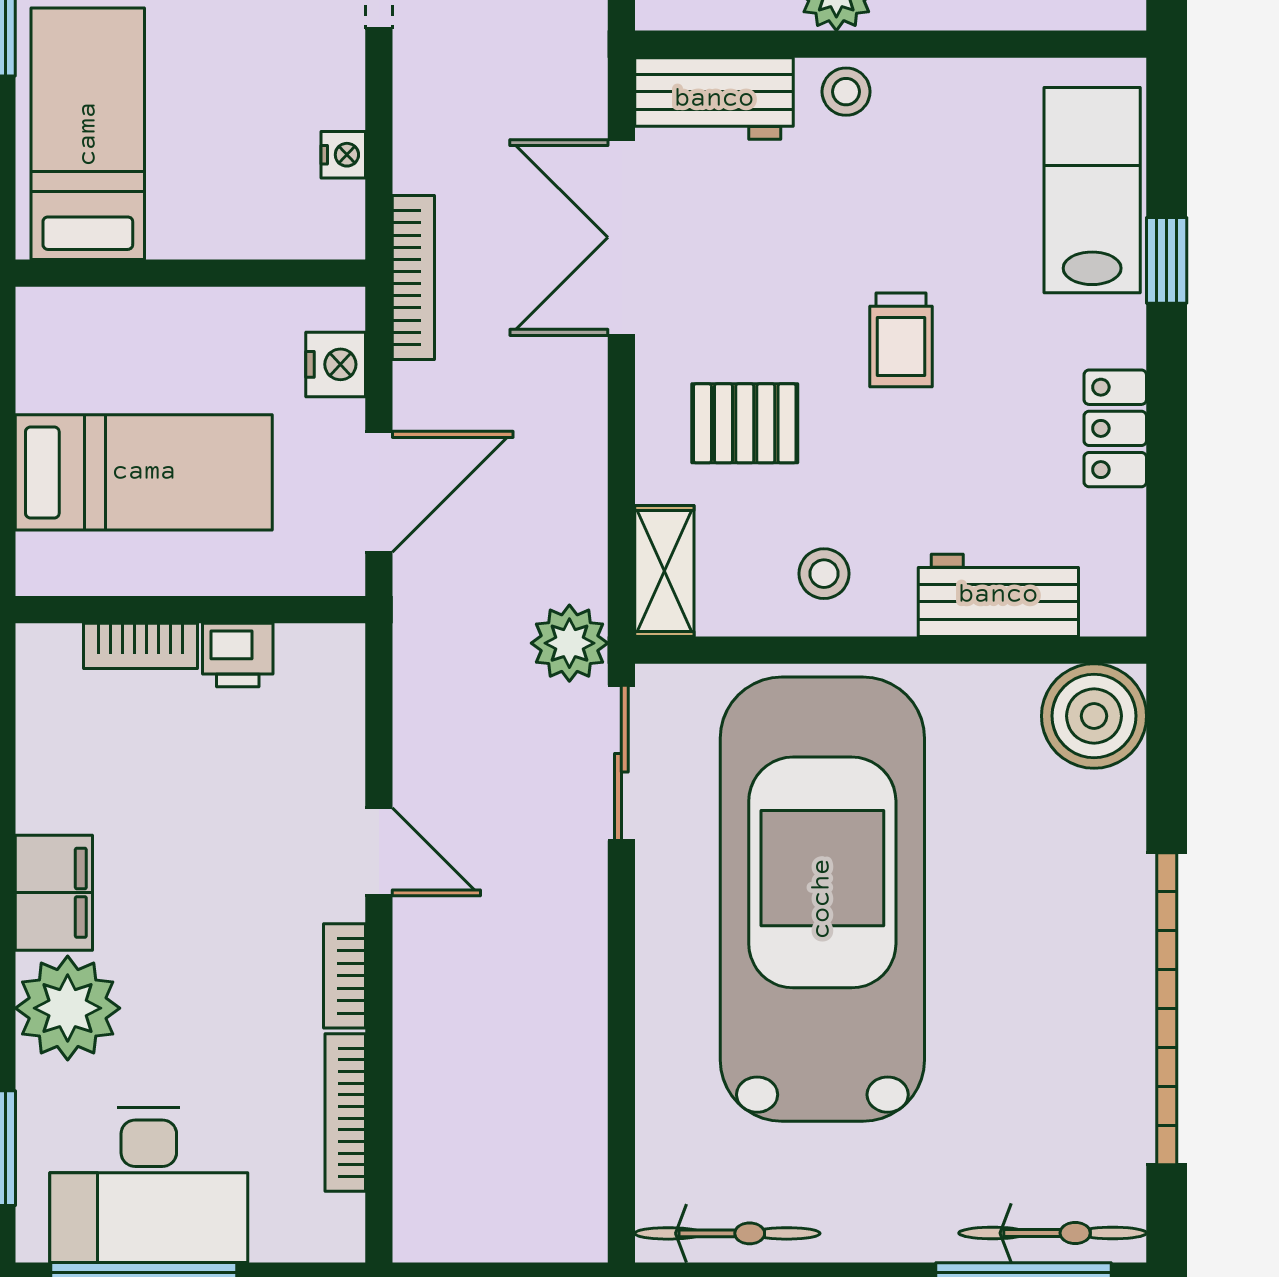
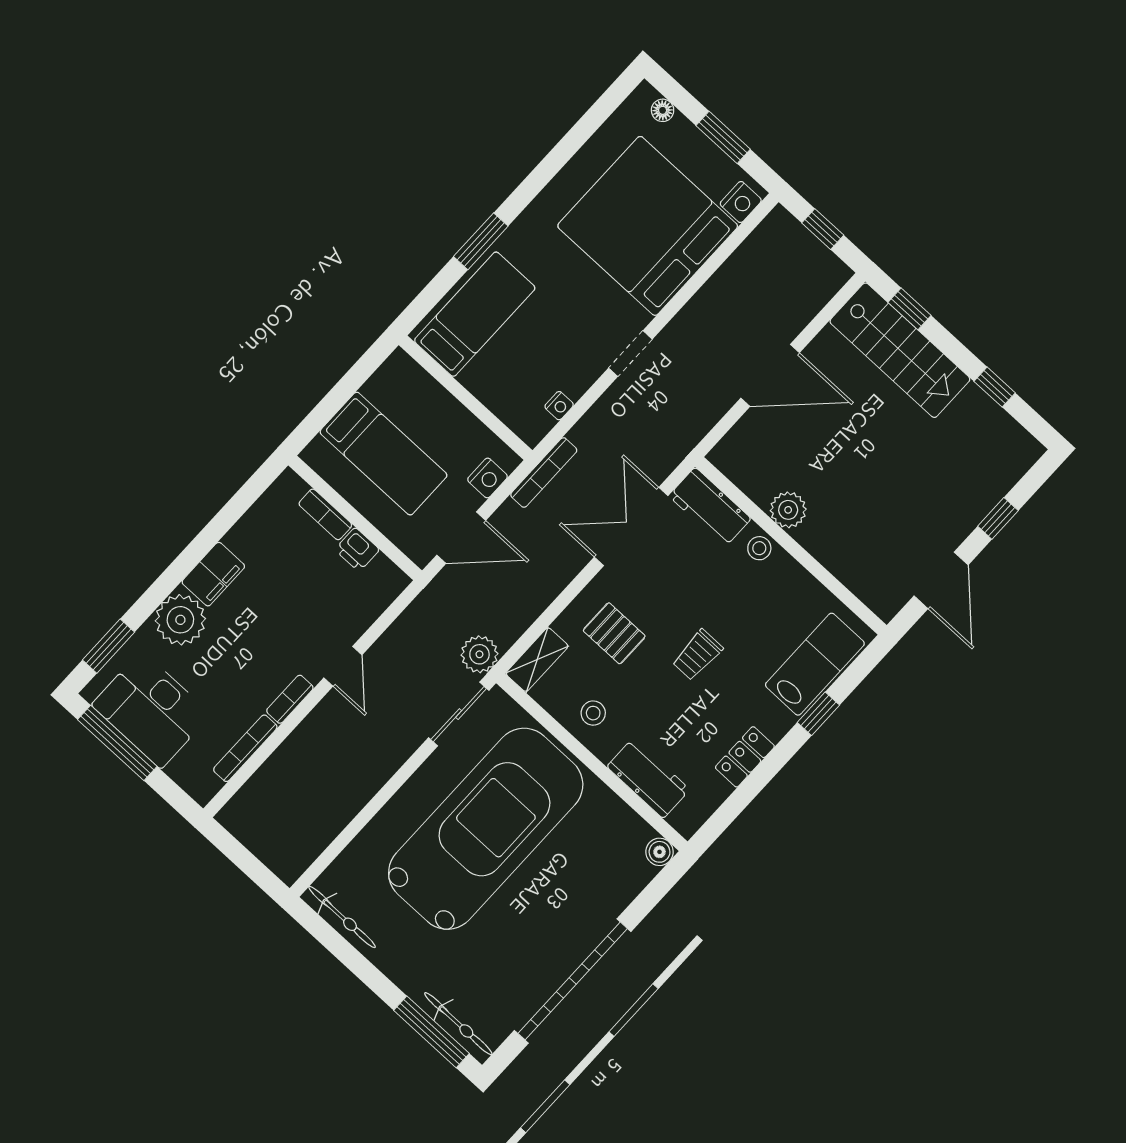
boiler: (1094, 716) -> (660, 852), width x0.54, depth x0.54

